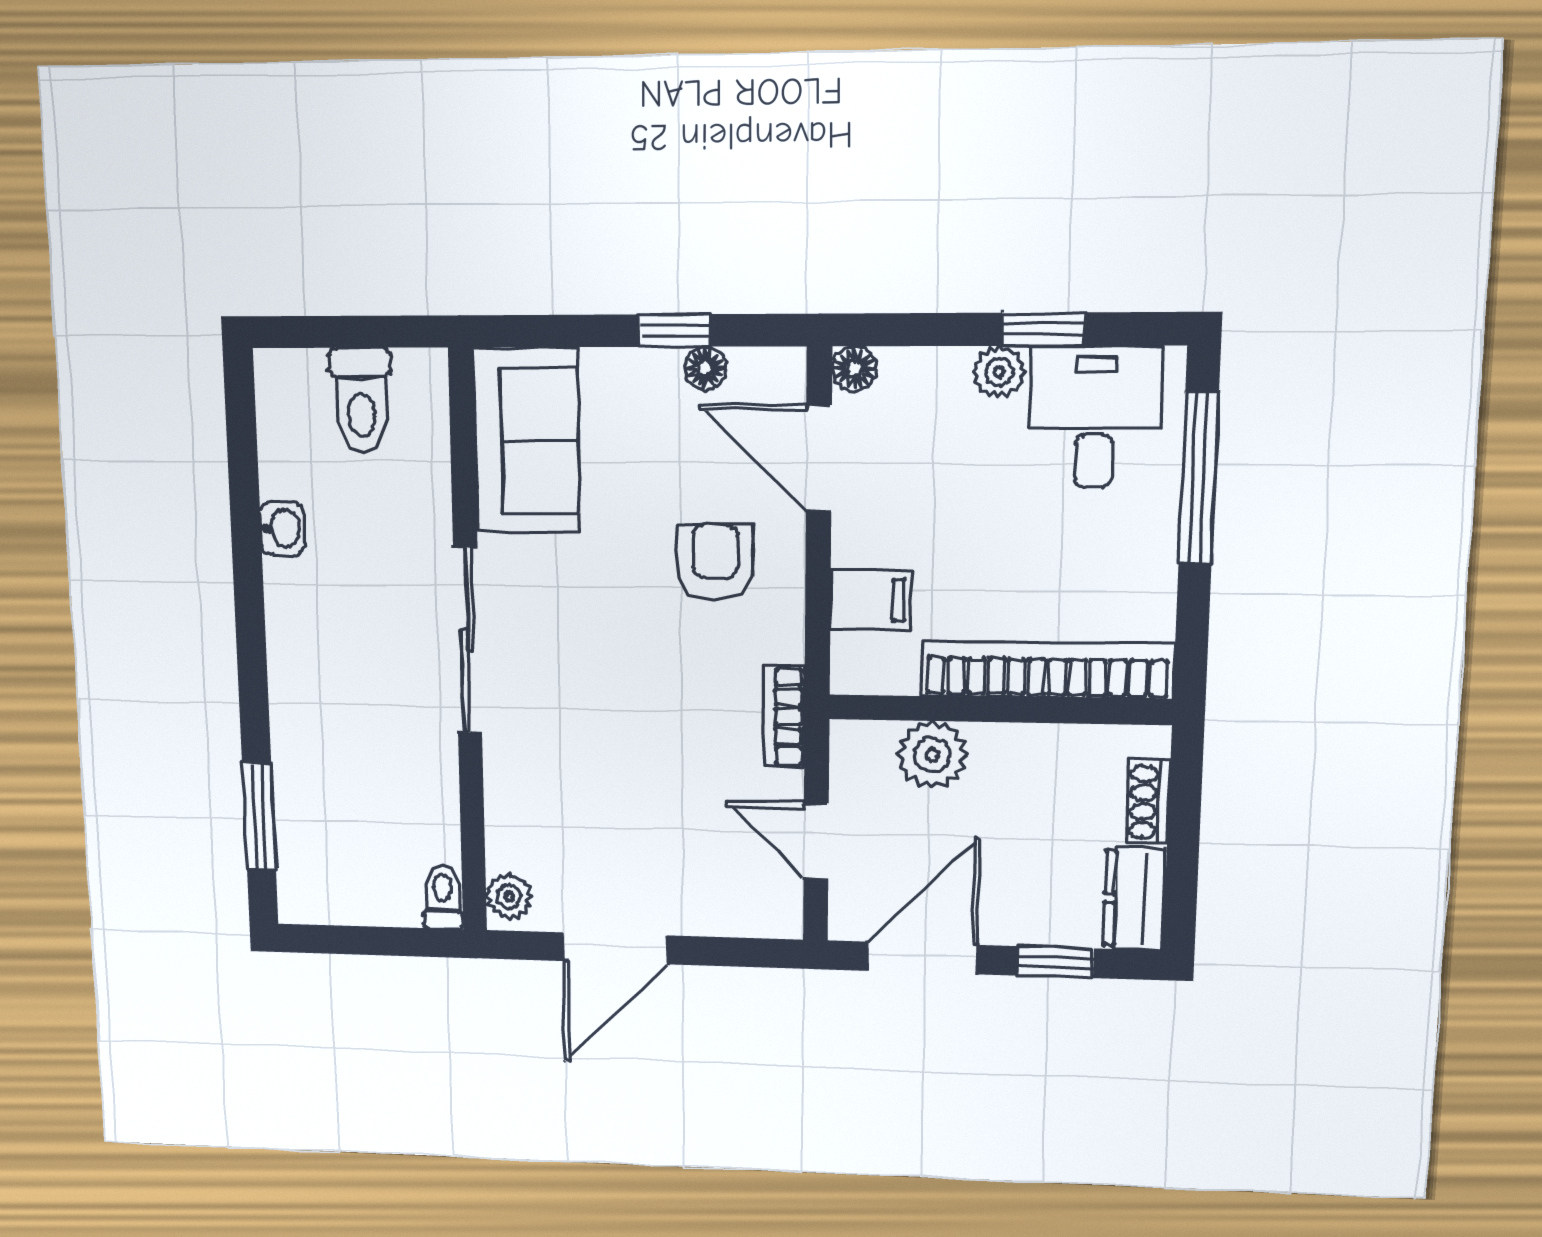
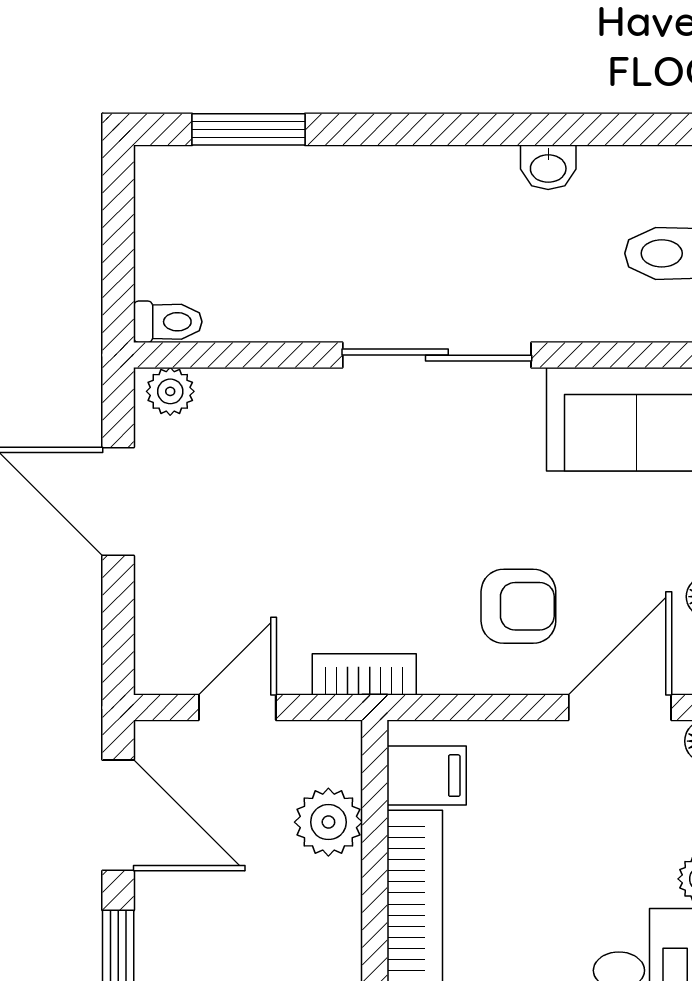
filing cabinet: (871, 600) -> (427, 776), moved, turned -90

